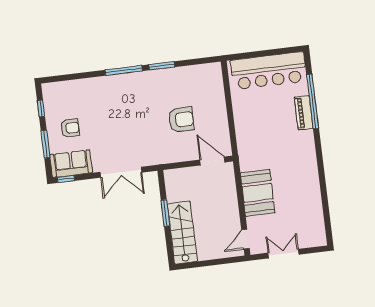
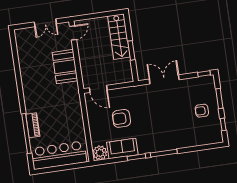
plant: (212, 73) -> (100, 153), added
sofa: (71, 164) -> (122, 148), moved, turned 180

